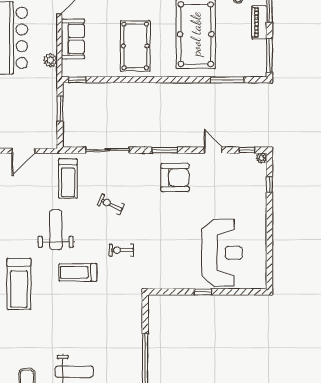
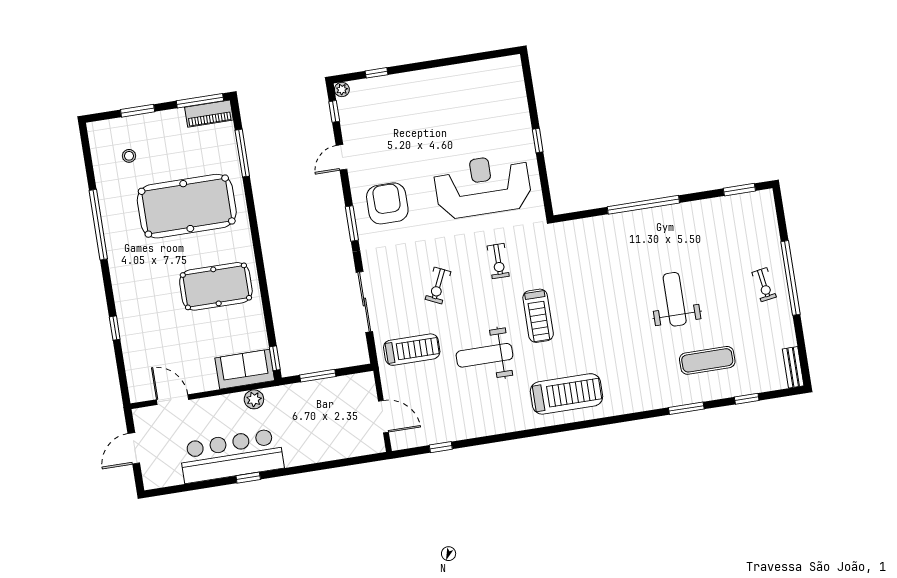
piano: (259, 22) -> (209, 114), moved
sofa: (73, 39) -> (245, 369), moved
reception desk: (222, 253) -> (483, 186), moved

